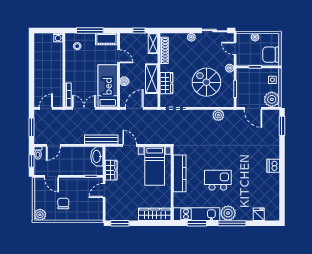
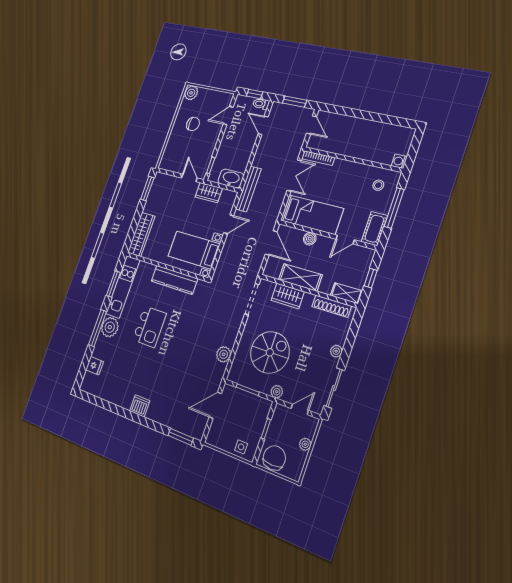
plant: (272, 99) -> (217, 436), removed

